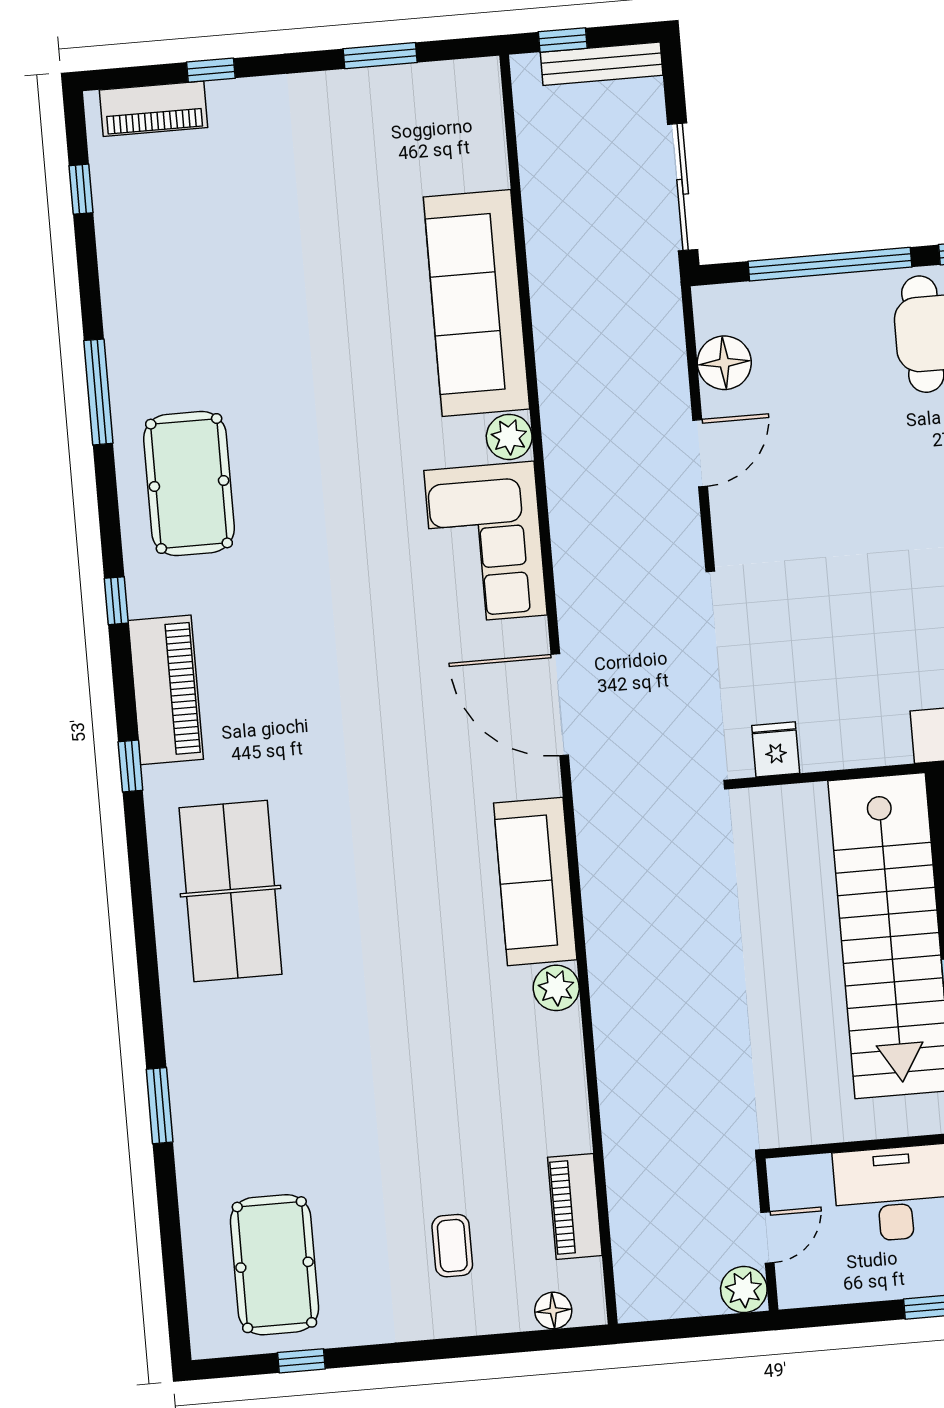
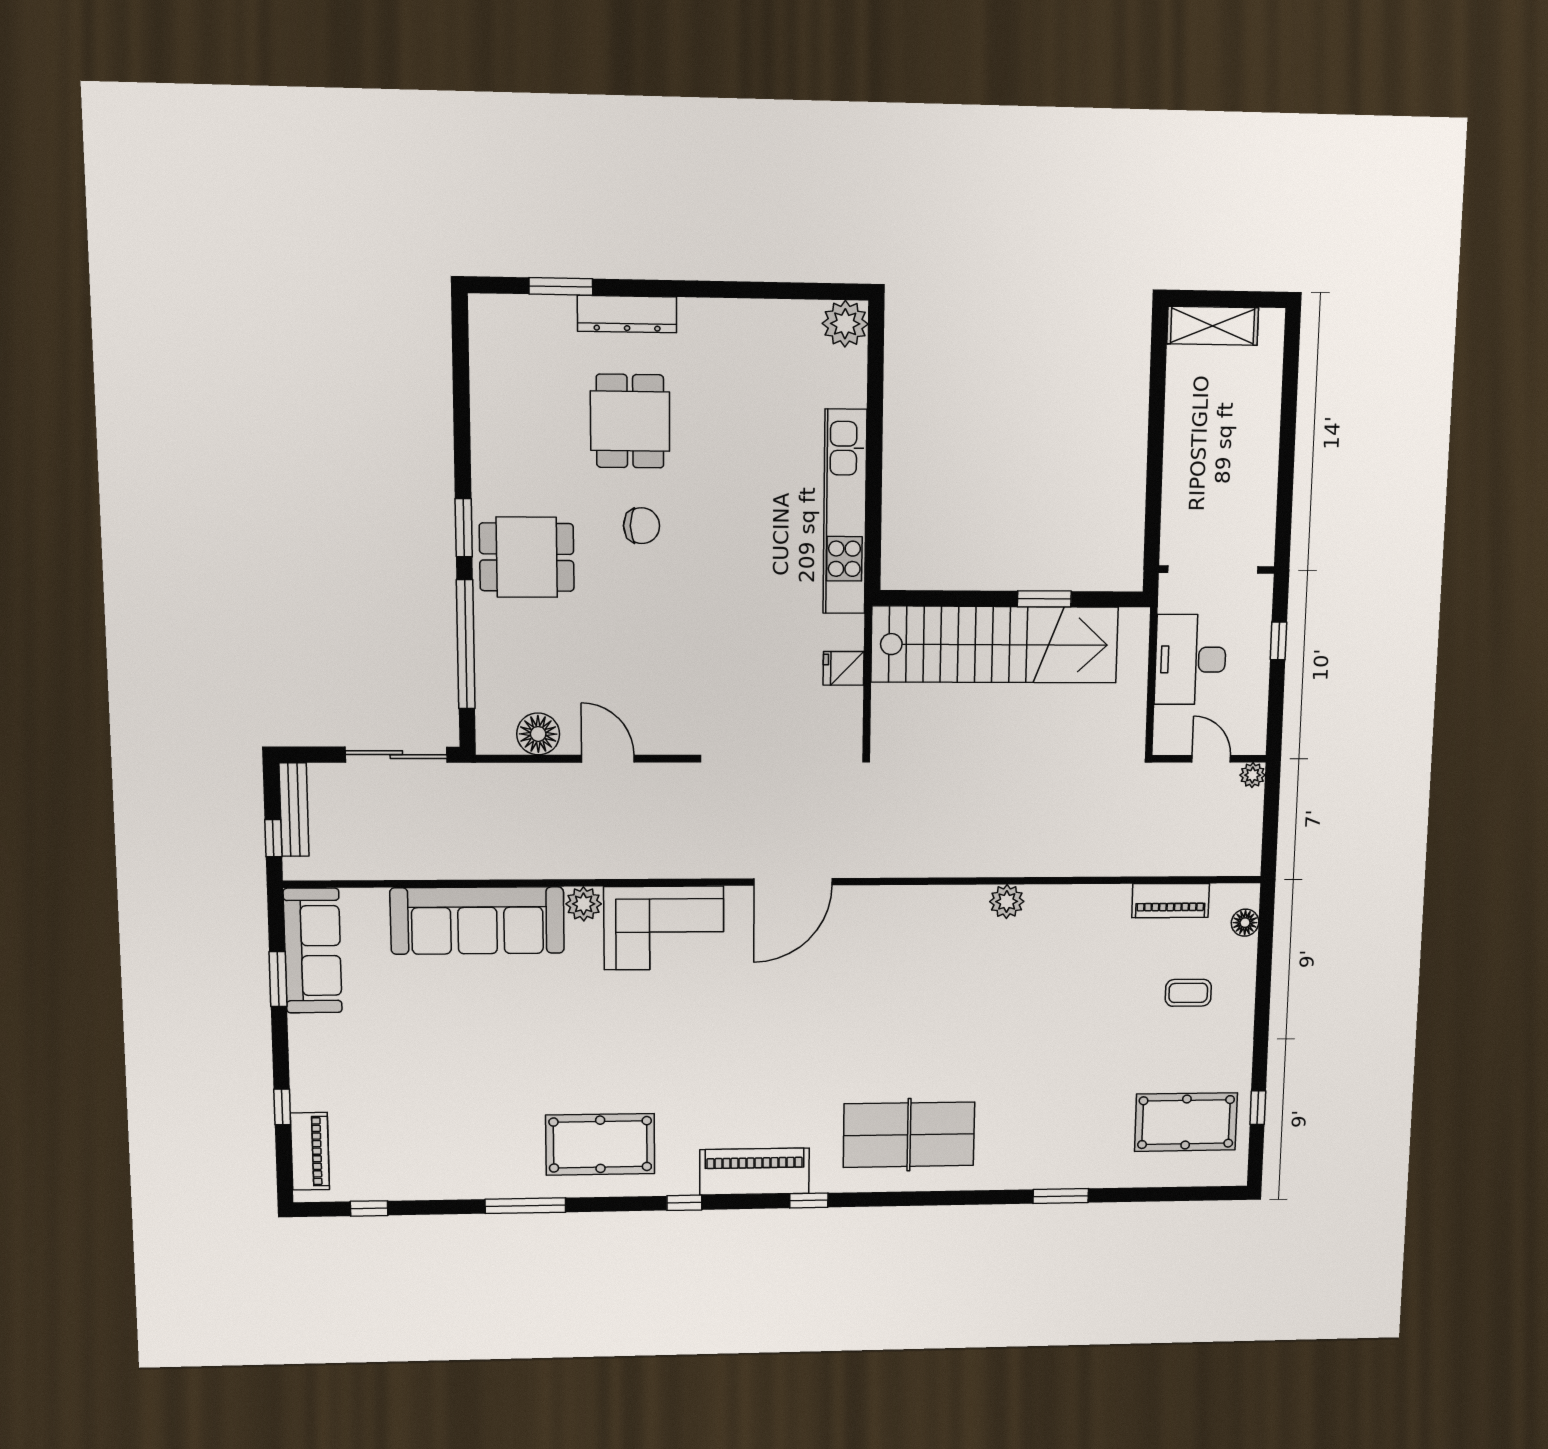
fridge: (776, 749) -> (844, 668), moved
sofa: (535, 881) -> (313, 951), moved, turned -90
plant: (744, 1290) -> (1253, 775), width x0.73, depth x0.73

